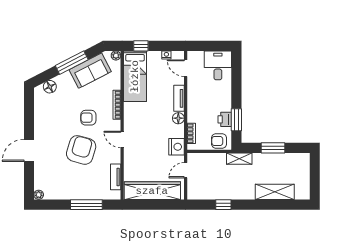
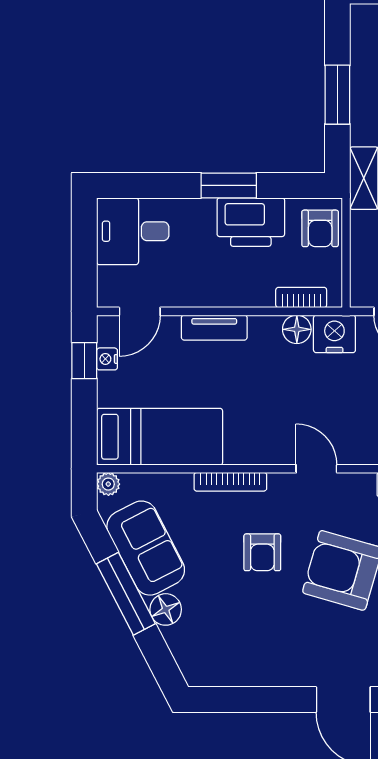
window: (141, 46) -> (84, 361), moved
floor lamp: (50, 87) -> (166, 609), moved
floor lamp: (178, 118) -> (297, 329), moved
printer: (225, 119) -> (251, 222), width x1.87, depth x1.48
window: (236, 120) -> (229, 185), moved
door: (122, 139) -> (316, 469), swing flipped

